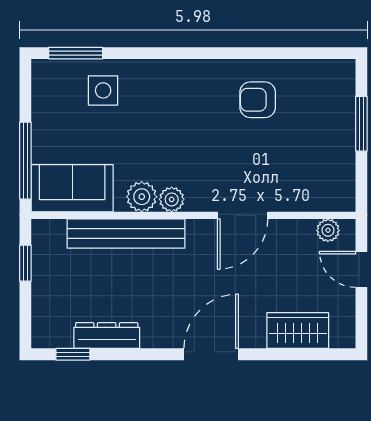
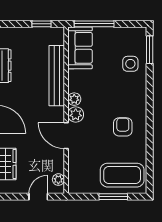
armchair: (258, 100) -> (123, 127), moved
coffee table: (319, 106) -> (122, 175), added
plant: (142, 197) -> (76, 115), moved

